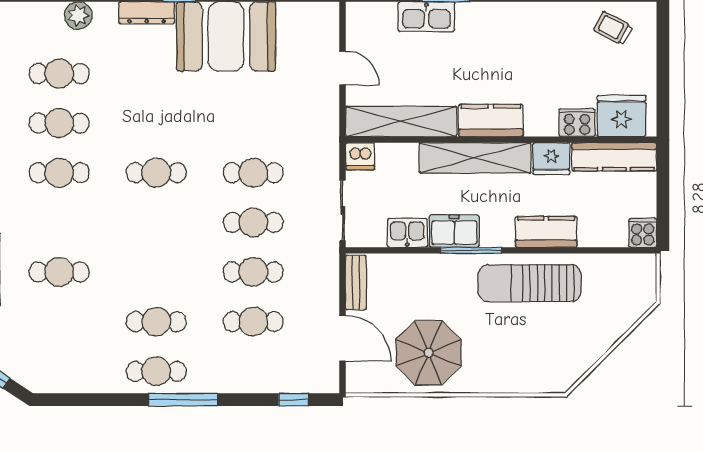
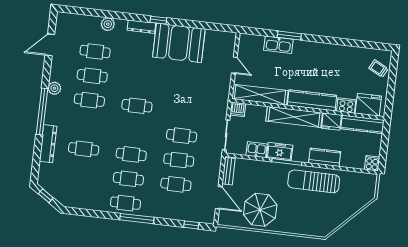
trolley: (613, 28) -> (378, 68), moved
kitchen counter: (491, 120) -> (312, 100), width x1.50
cafe table: (253, 173) -> (131, 154), moved

